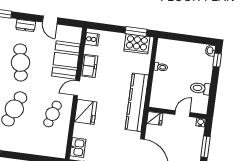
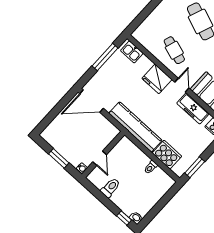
cooker: (137, 44) -> (167, 155), moved, turned 90
freezer: (89, 66) -> (193, 108), width x1.40
fridge: (155, 118) -> (112, 133), removed

